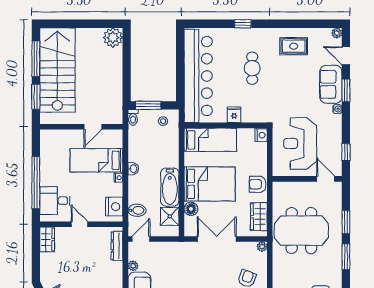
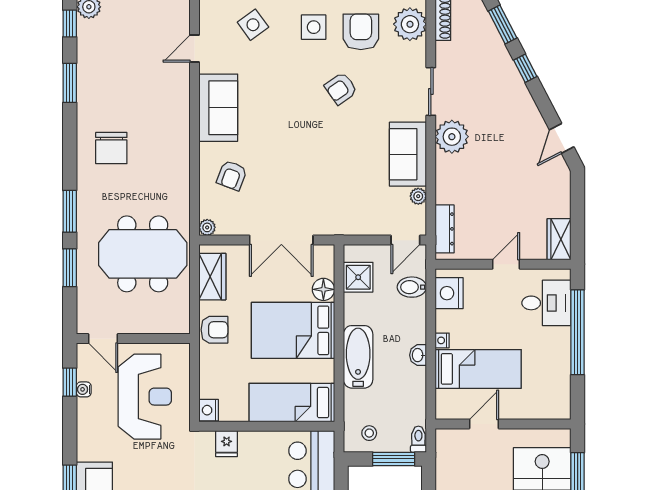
water cooler: (337, 109) -> (84, 389), moved
fridge: (234, 115) -> (227, 444), moved
bathtub: (170, 187) -> (358, 357), moved
door: (79, 224) -> (506, 264), swing flipped

